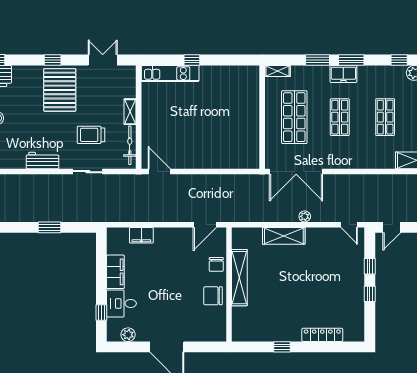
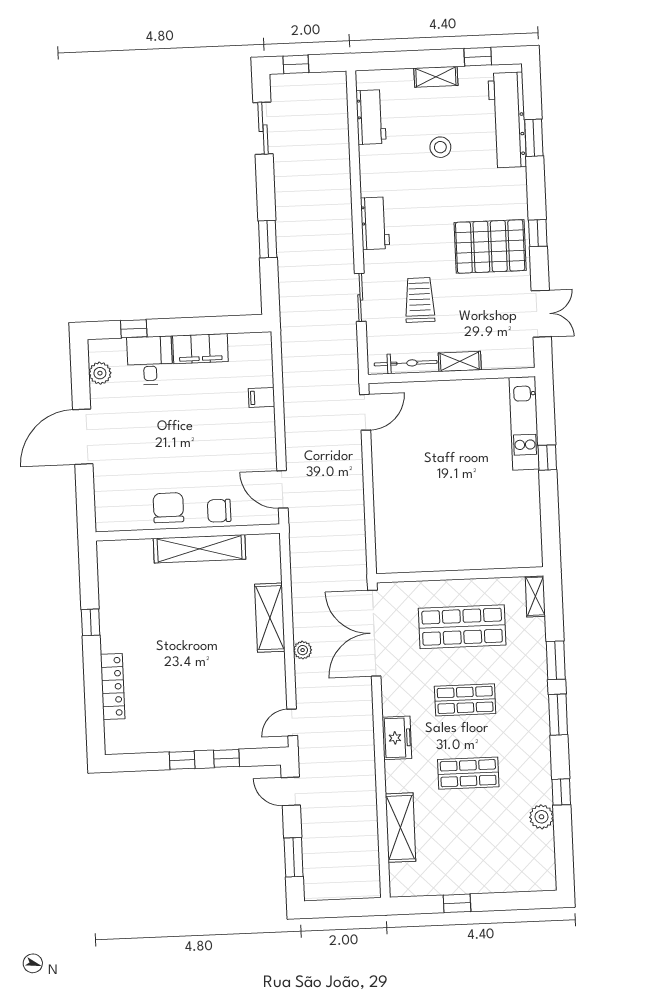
freezer: (343, 74) -> (397, 738), moved, turned 180
filing cabinet: (141, 235) -> (262, 397), width x0.50

